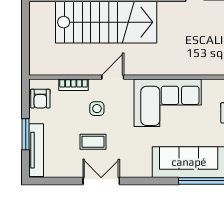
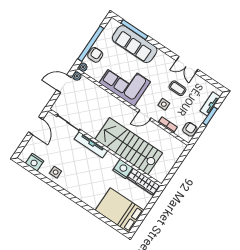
tv unit: (36, 150) -> (210, 104), width x0.71

